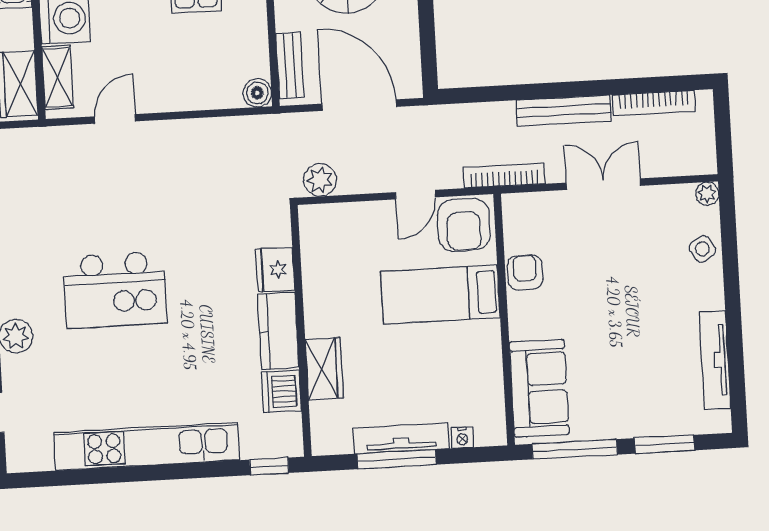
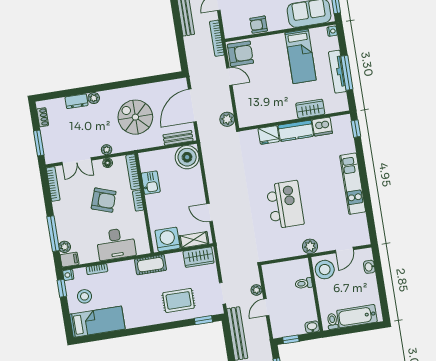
boiler: (257, 93) -> (187, 157), width x1.86, depth x1.86
bed: (440, 295) -> (301, 56), moved
nightstand: (462, 438) -> (332, 31), moved
kitchen unit: (147, 446) -> (353, 184), width x0.73

